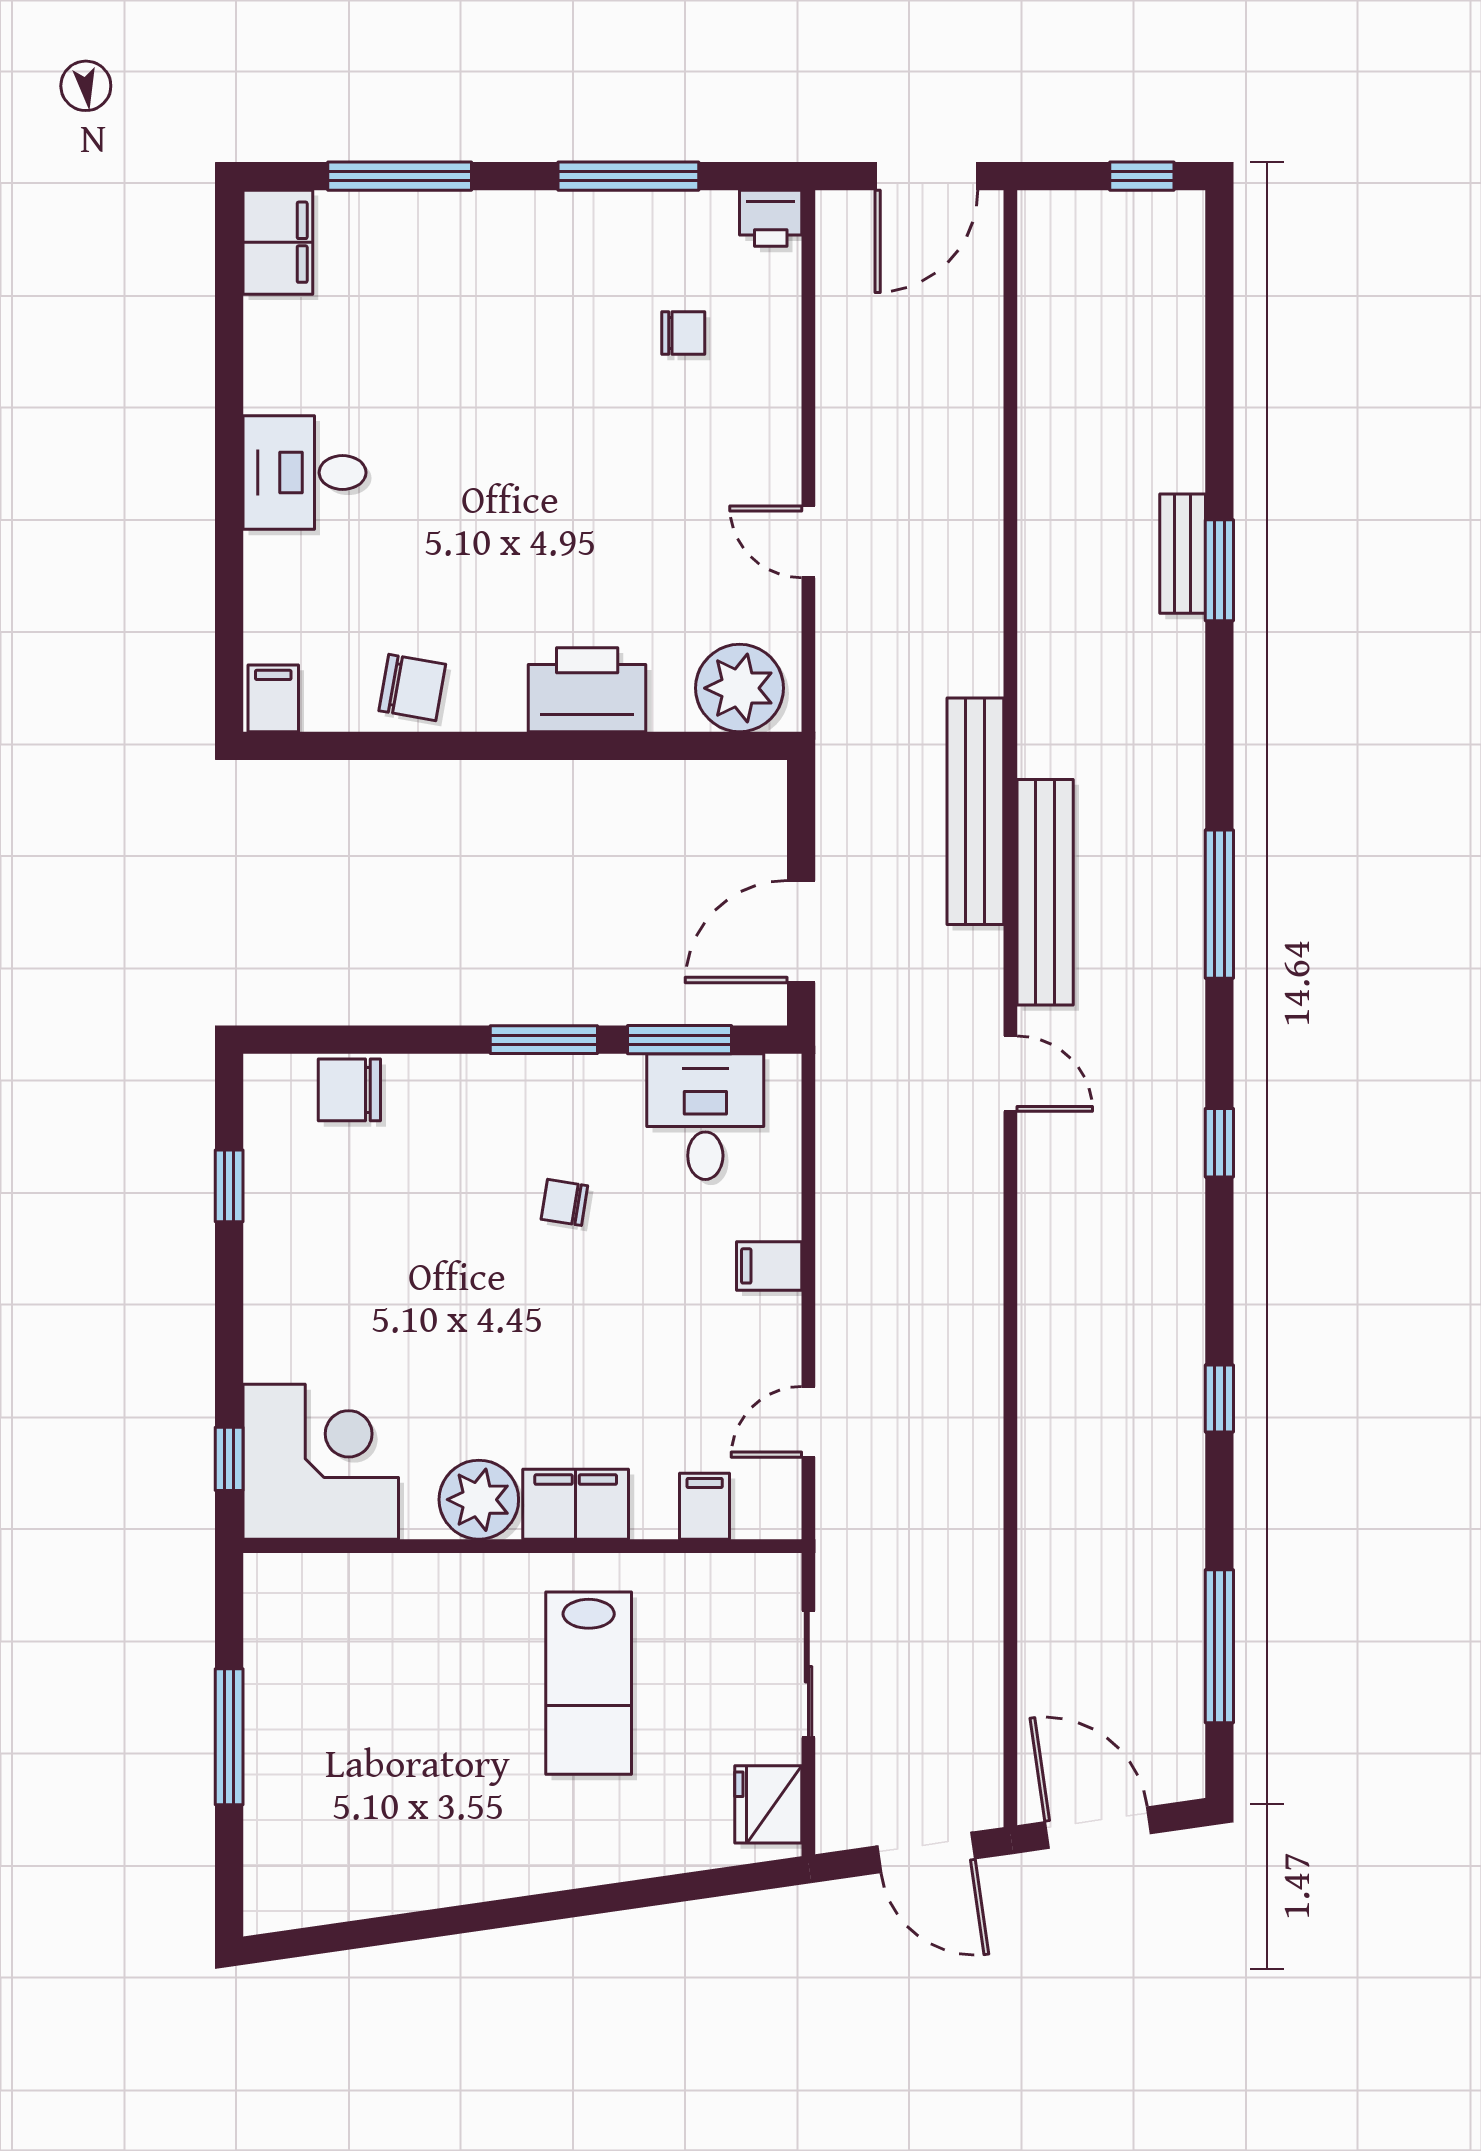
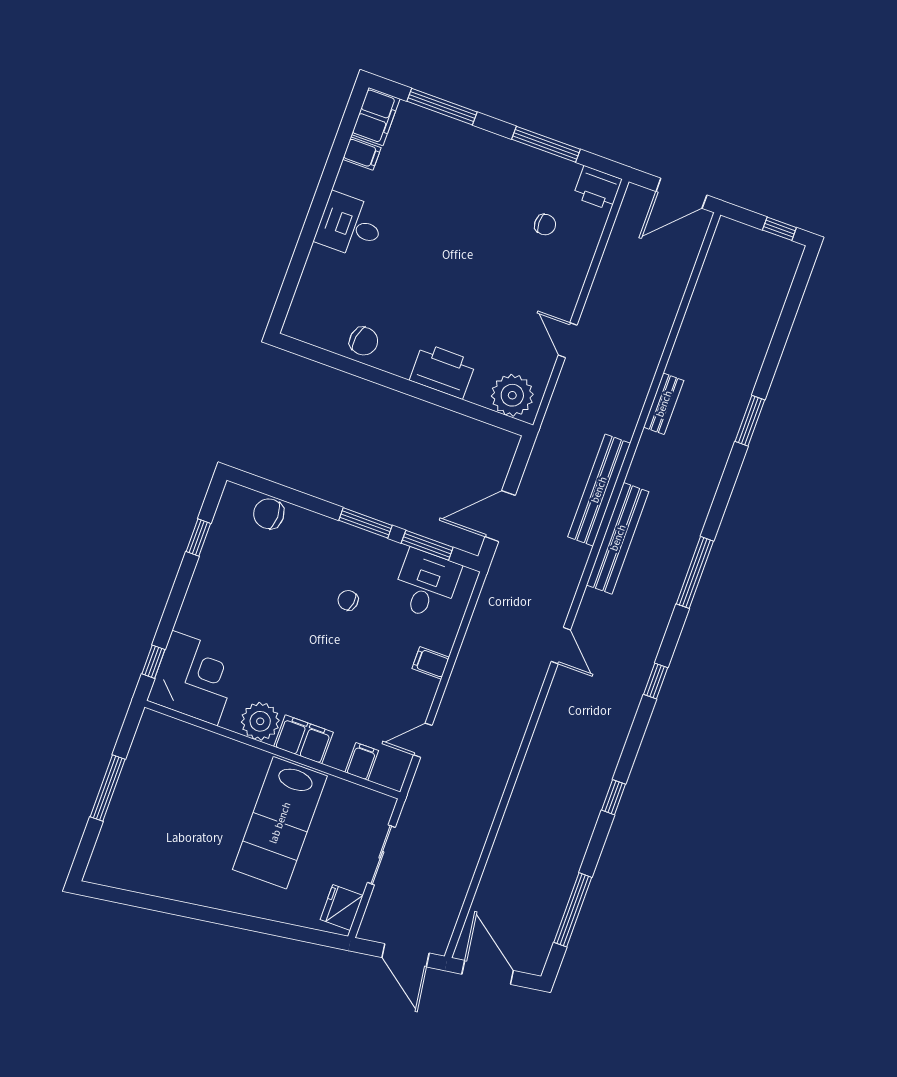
printer: (771, 218) -> (598, 188), width x1.36, depth x1.24
bench: (1183, 554) -> (664, 404), moved
filing cabinet: (273, 698) -> (362, 154), moved, turned 90
door: (1010, 1074) -> (561, 646), moved
lab bench: (589, 1683) -> (280, 823), width x1.36, depth x1.39

